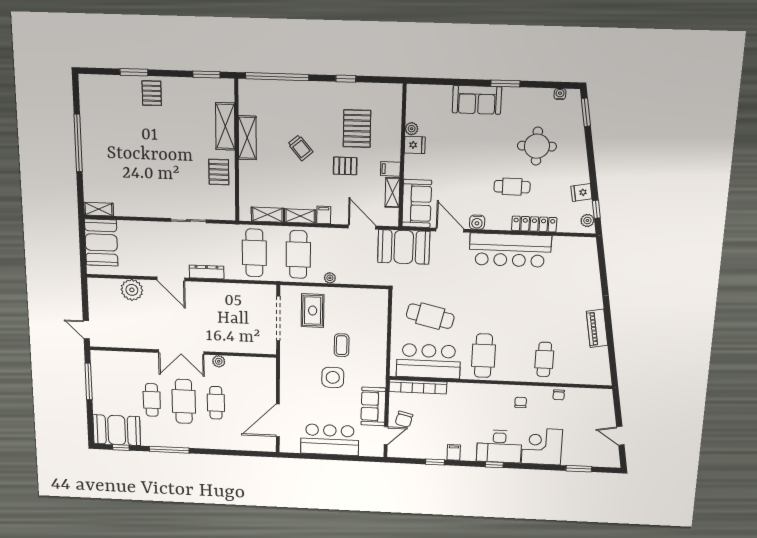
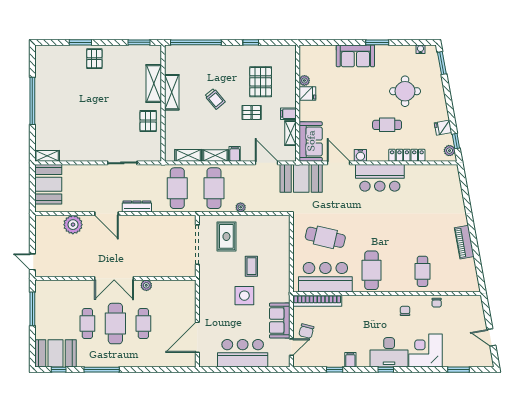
bar counter: (510, 250) -> (380, 178), width x0.73

